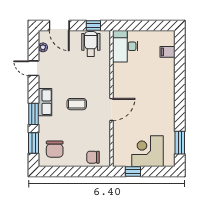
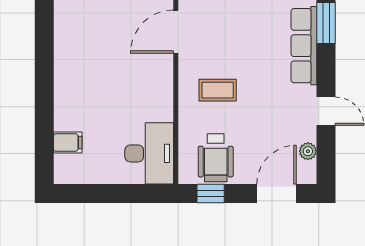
door: (59, 25) -> (277, 194), hinge flipped
row of seats: (45, 102) -> (304, 46), width x1.48
coffee table: (77, 104) -> (218, 90), moved

